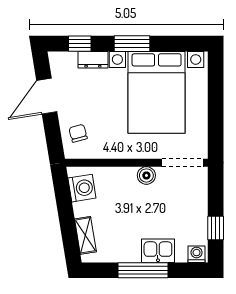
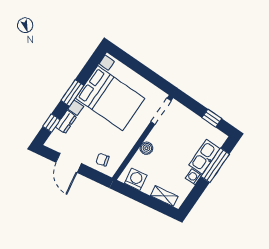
boiler: (146, 175) -> (146, 148), moved
kitchen sink: (158, 251) -> (204, 157), width x1.38
washing machine: (197, 254) -> (193, 177), moved
window: (143, 270) -> (215, 165), moved

